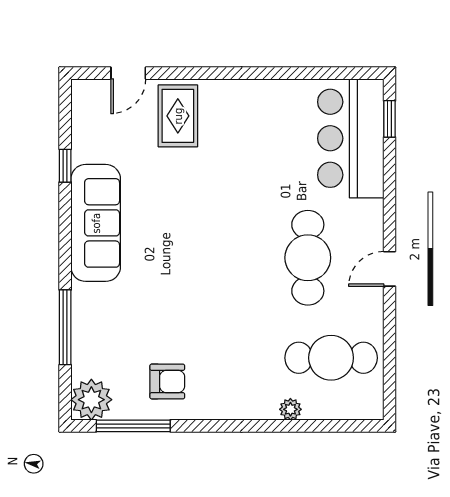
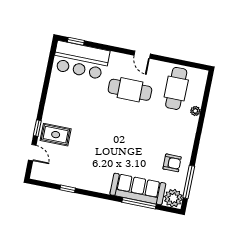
window: (184, 73) -> (37, 128), added
sofa: (96, 223) -> (138, 189), moved
armchair: (167, 381) -> (172, 163), turned 90

